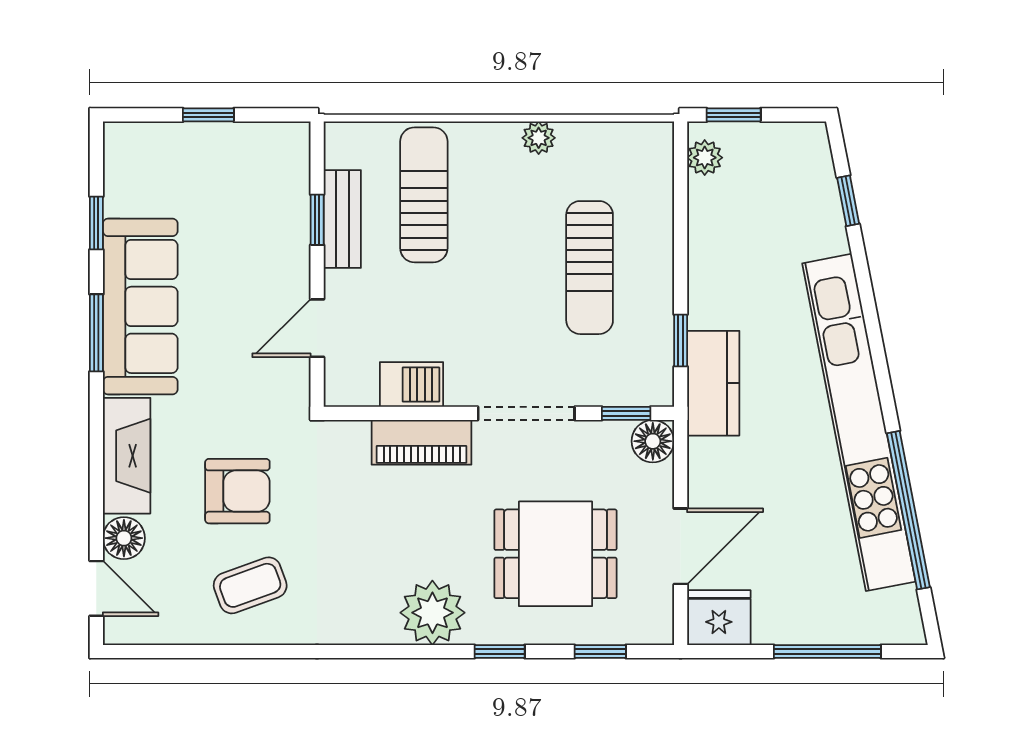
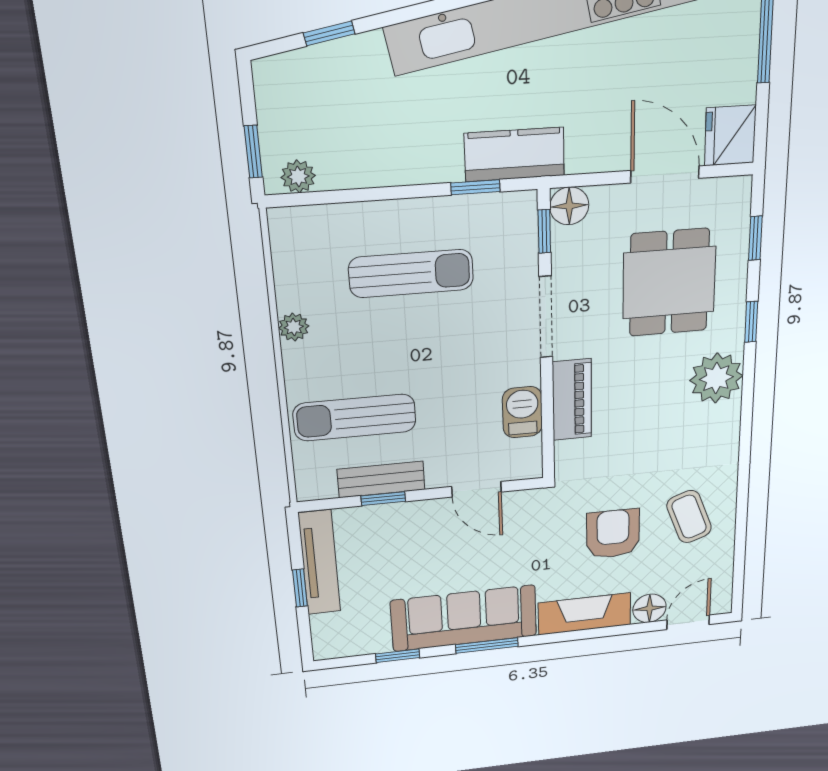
tv unit: (240, 140) -> (319, 563), added

